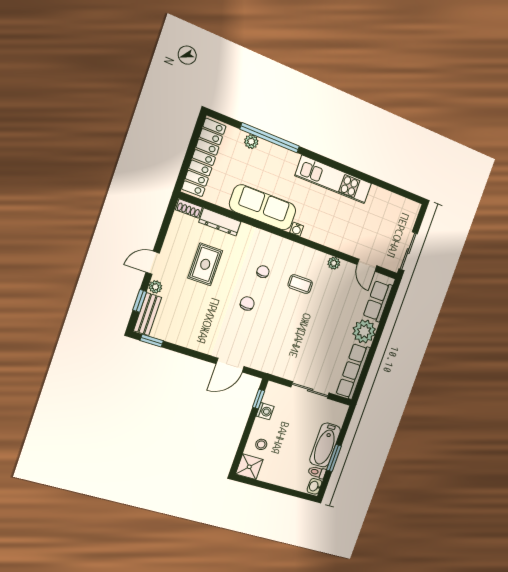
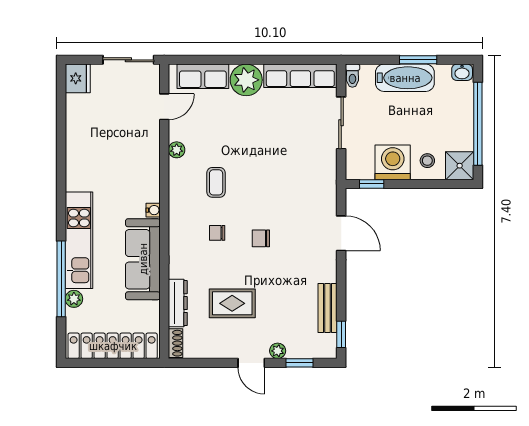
kitchen unit: (333, 180) -> (79, 240), moved
fridge: (409, 209) -> (78, 78), added
bench: (147, 314) -> (327, 308), moved, turned 90
washing machine: (265, 411) -> (393, 162), width x1.89, depth x1.89
toilet: (317, 472) -> (352, 76), moved
window: (275, 488) -> (478, 124), added

